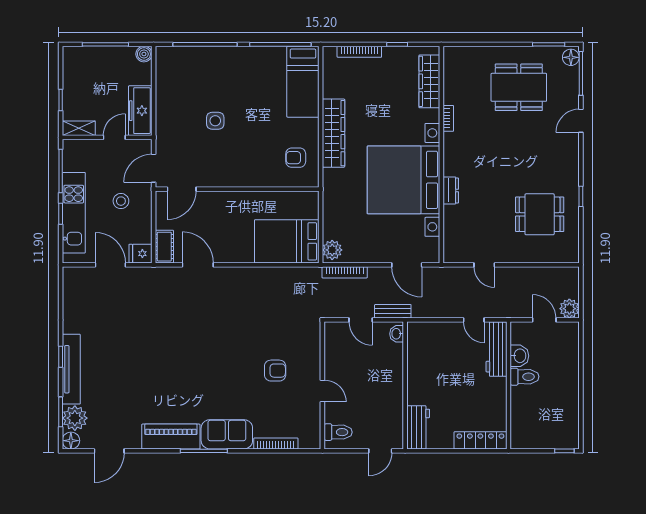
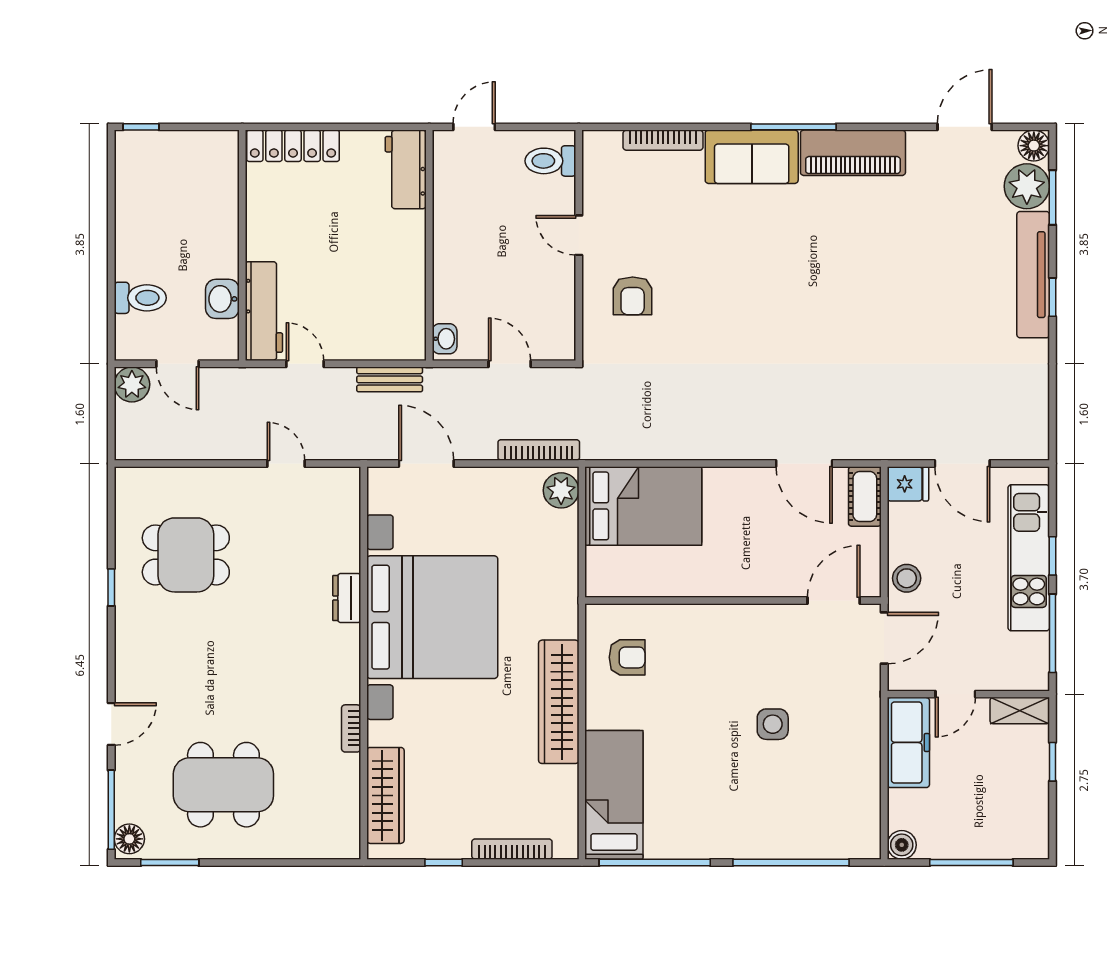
stool: (121, 201) -> (907, 578), moved
bench: (393, 311) -> (390, 379), moved
armchair: (275, 371) -> (633, 296), moved, turned -90
toilet: (525, 377) -> (140, 298), moved, turned 180

